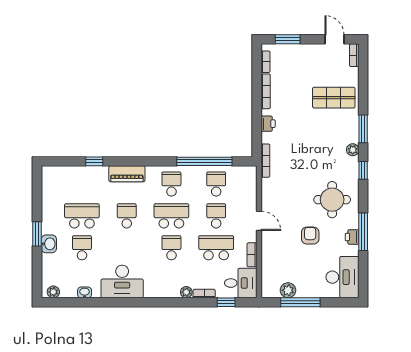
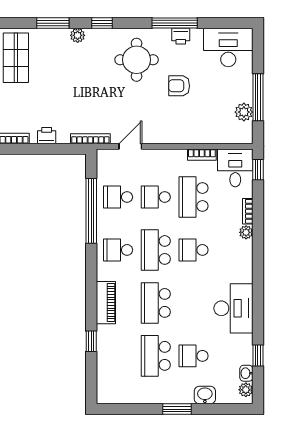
school desk: (127, 216) -> (156, 303), width x1.85
door: (259, 221) -> (130, 146), moved
washbasin: (49, 244) -> (205, 395), moved
washbasin: (85, 292) -> (246, 373), moved
window: (82, 302) -> (258, 355), added
window: (226, 302) -> (258, 170), moved

